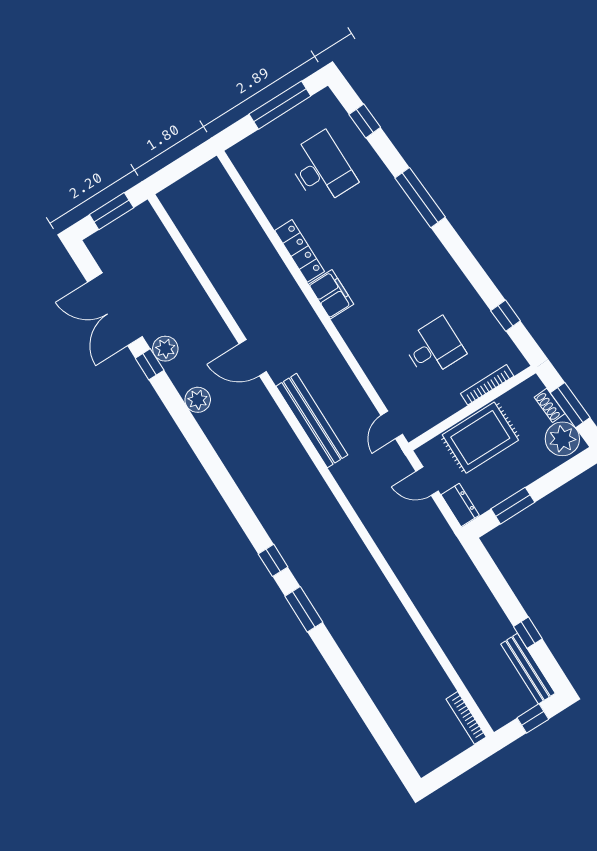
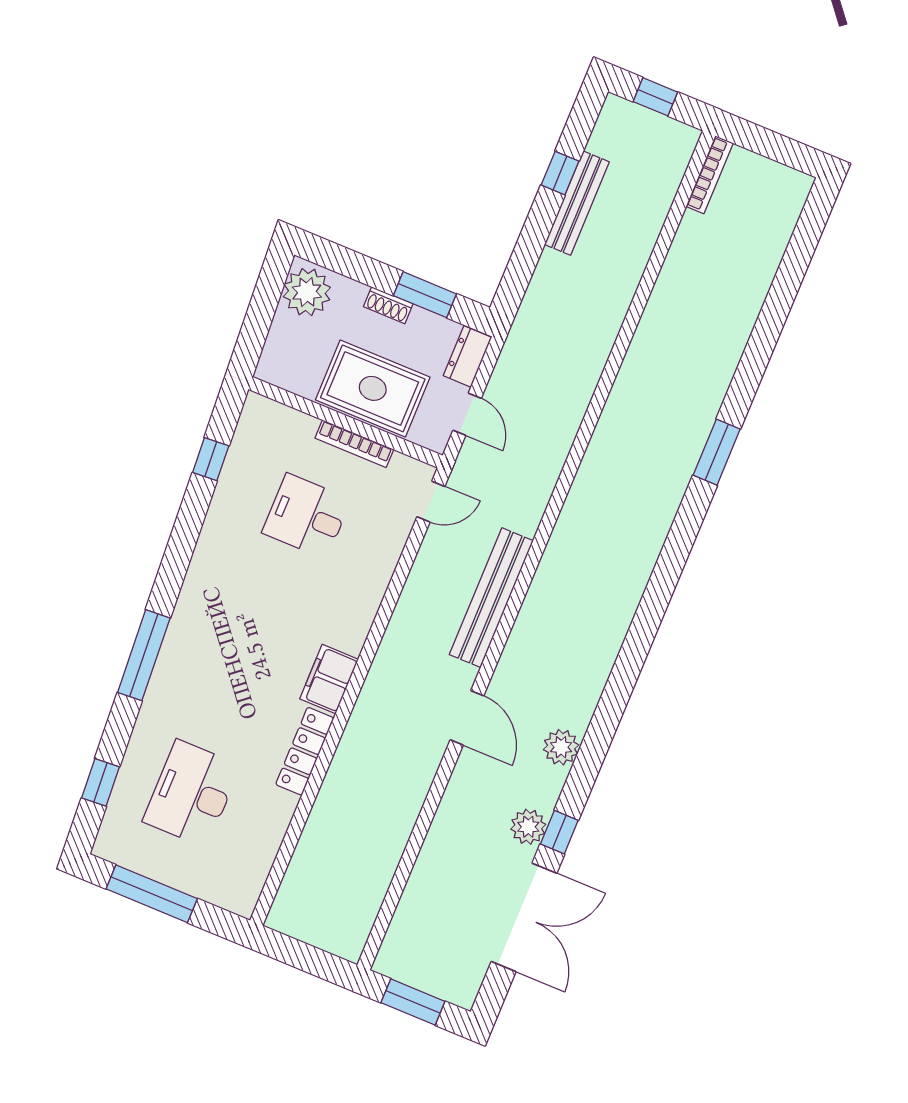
bookcase: (487, 385) -> (354, 444), moved
shoe rack: (550, 405) -> (388, 305), moved, turned 94
window: (570, 405) -> (261, 311), removed
window: (273, 560) -> (685, 528), removed
bench: (528, 669) -> (577, 203), moved

